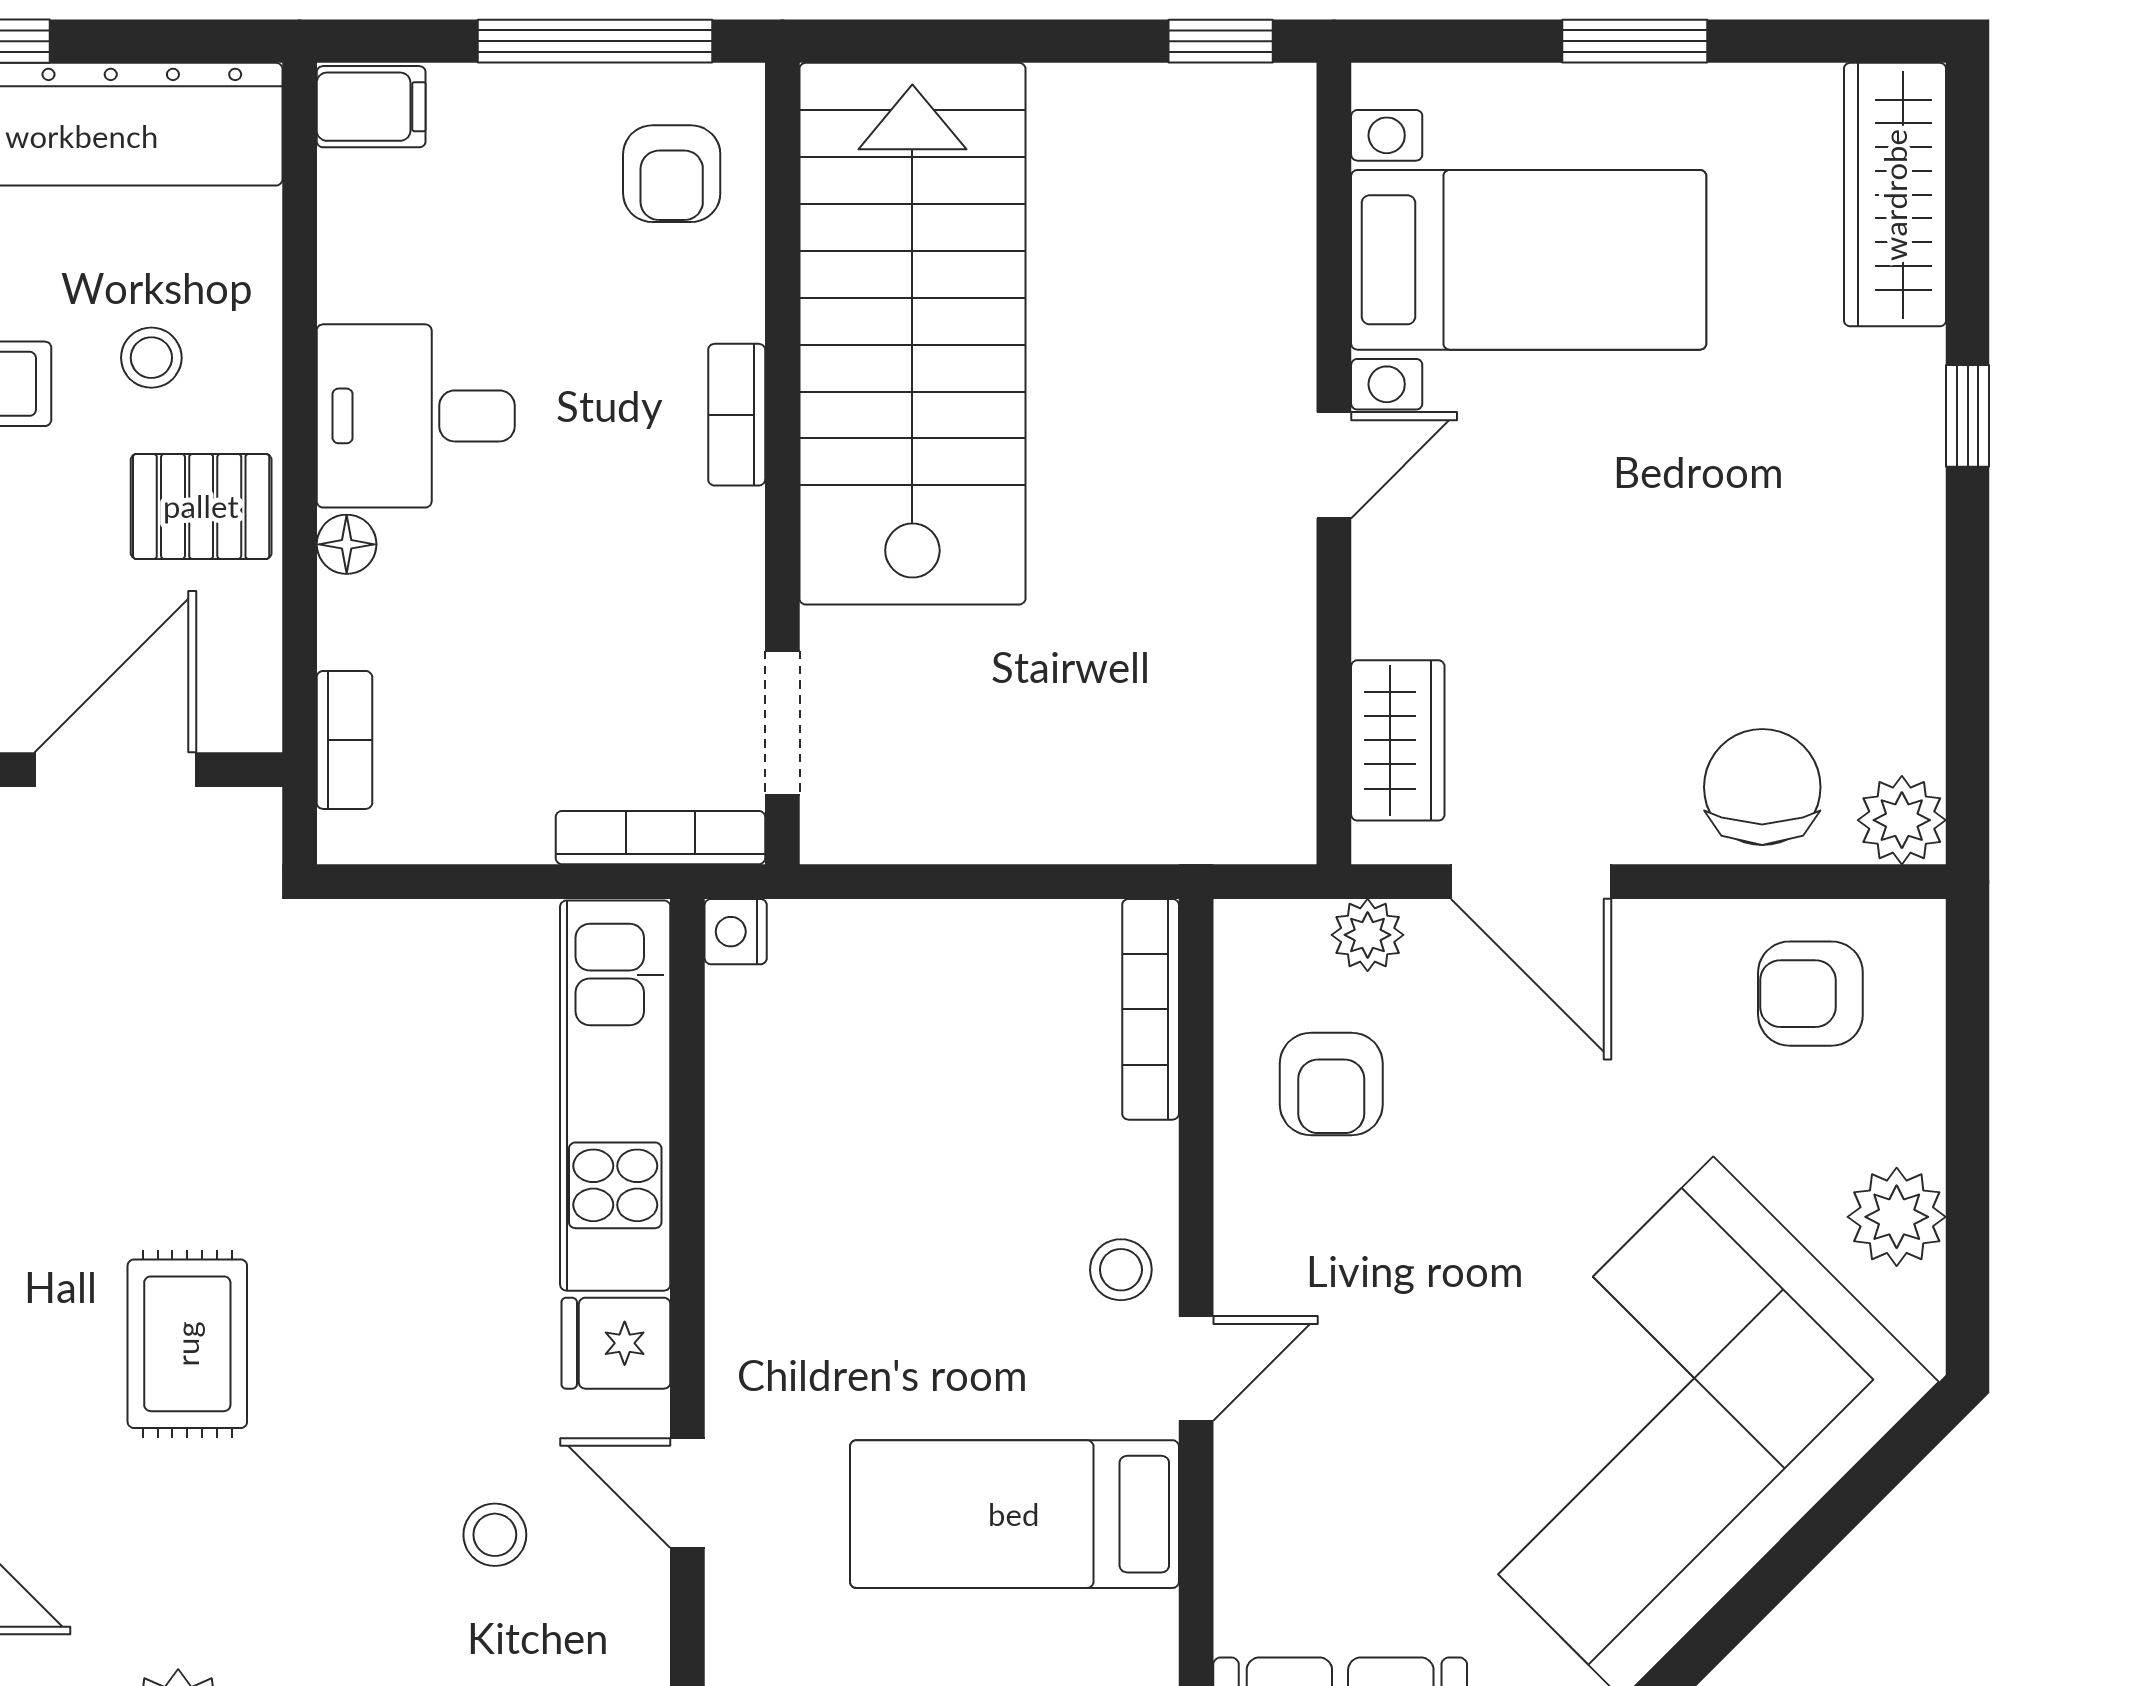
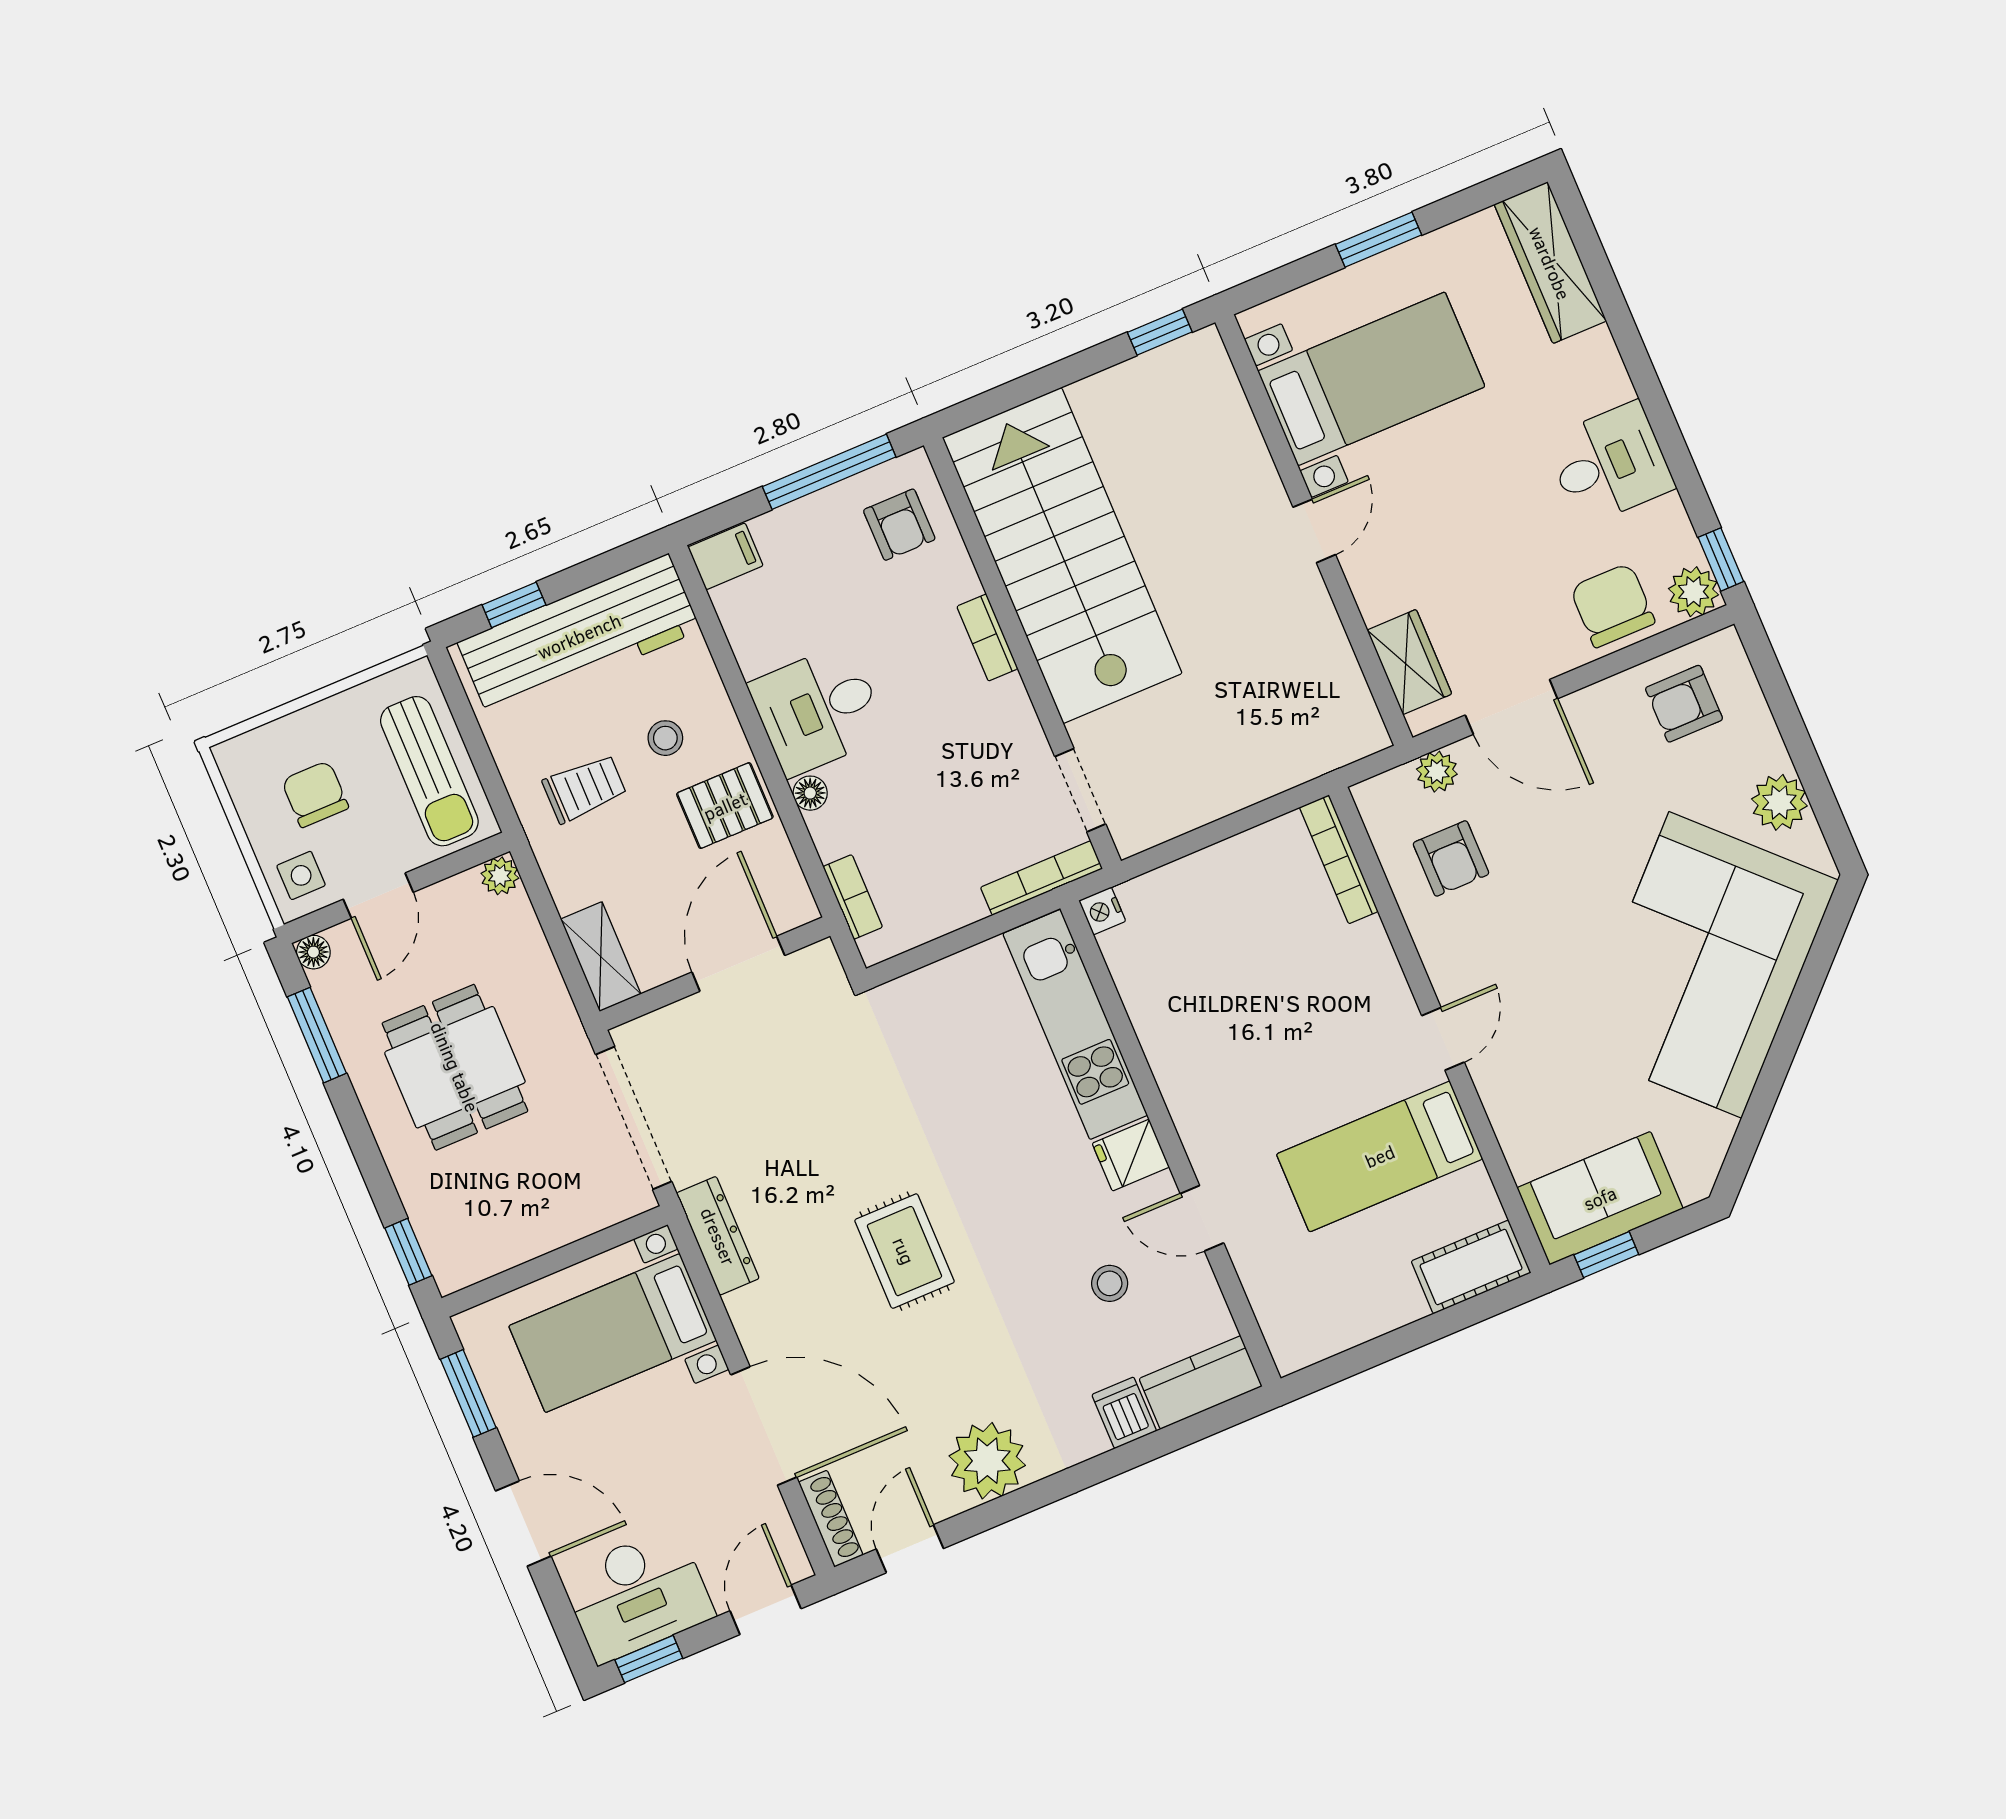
window: (1968, 416) -> (1721, 559), moved
desk: (1854, 557) -> (1610, 464), added
stool: (1121, 1270) -> (1381, 1004), removed

